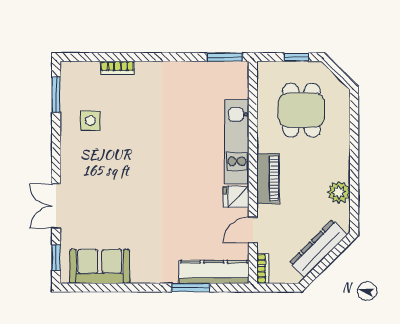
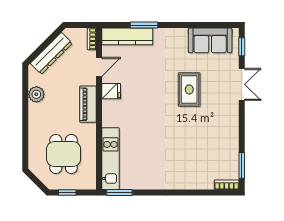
bookcase: (117, 68) -> (227, 185), moved
side table: (90, 121) -> (217, 146), removed
kitchen unit: (237, 142) -> (111, 159), moved
rug: (128, 199) -> (189, 89), added

